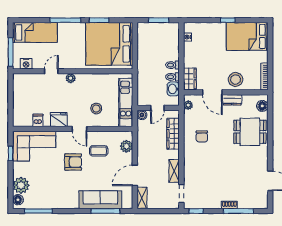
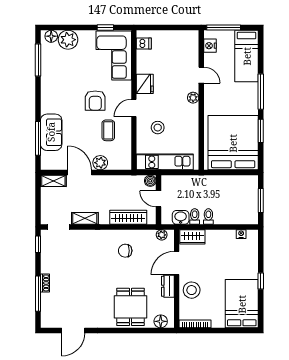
dishwasher: (38, 120) -> (144, 44), moved
plant: (126, 146) -> (100, 163), moved
sofa: (100, 200) -> (51, 132), width x0.73

